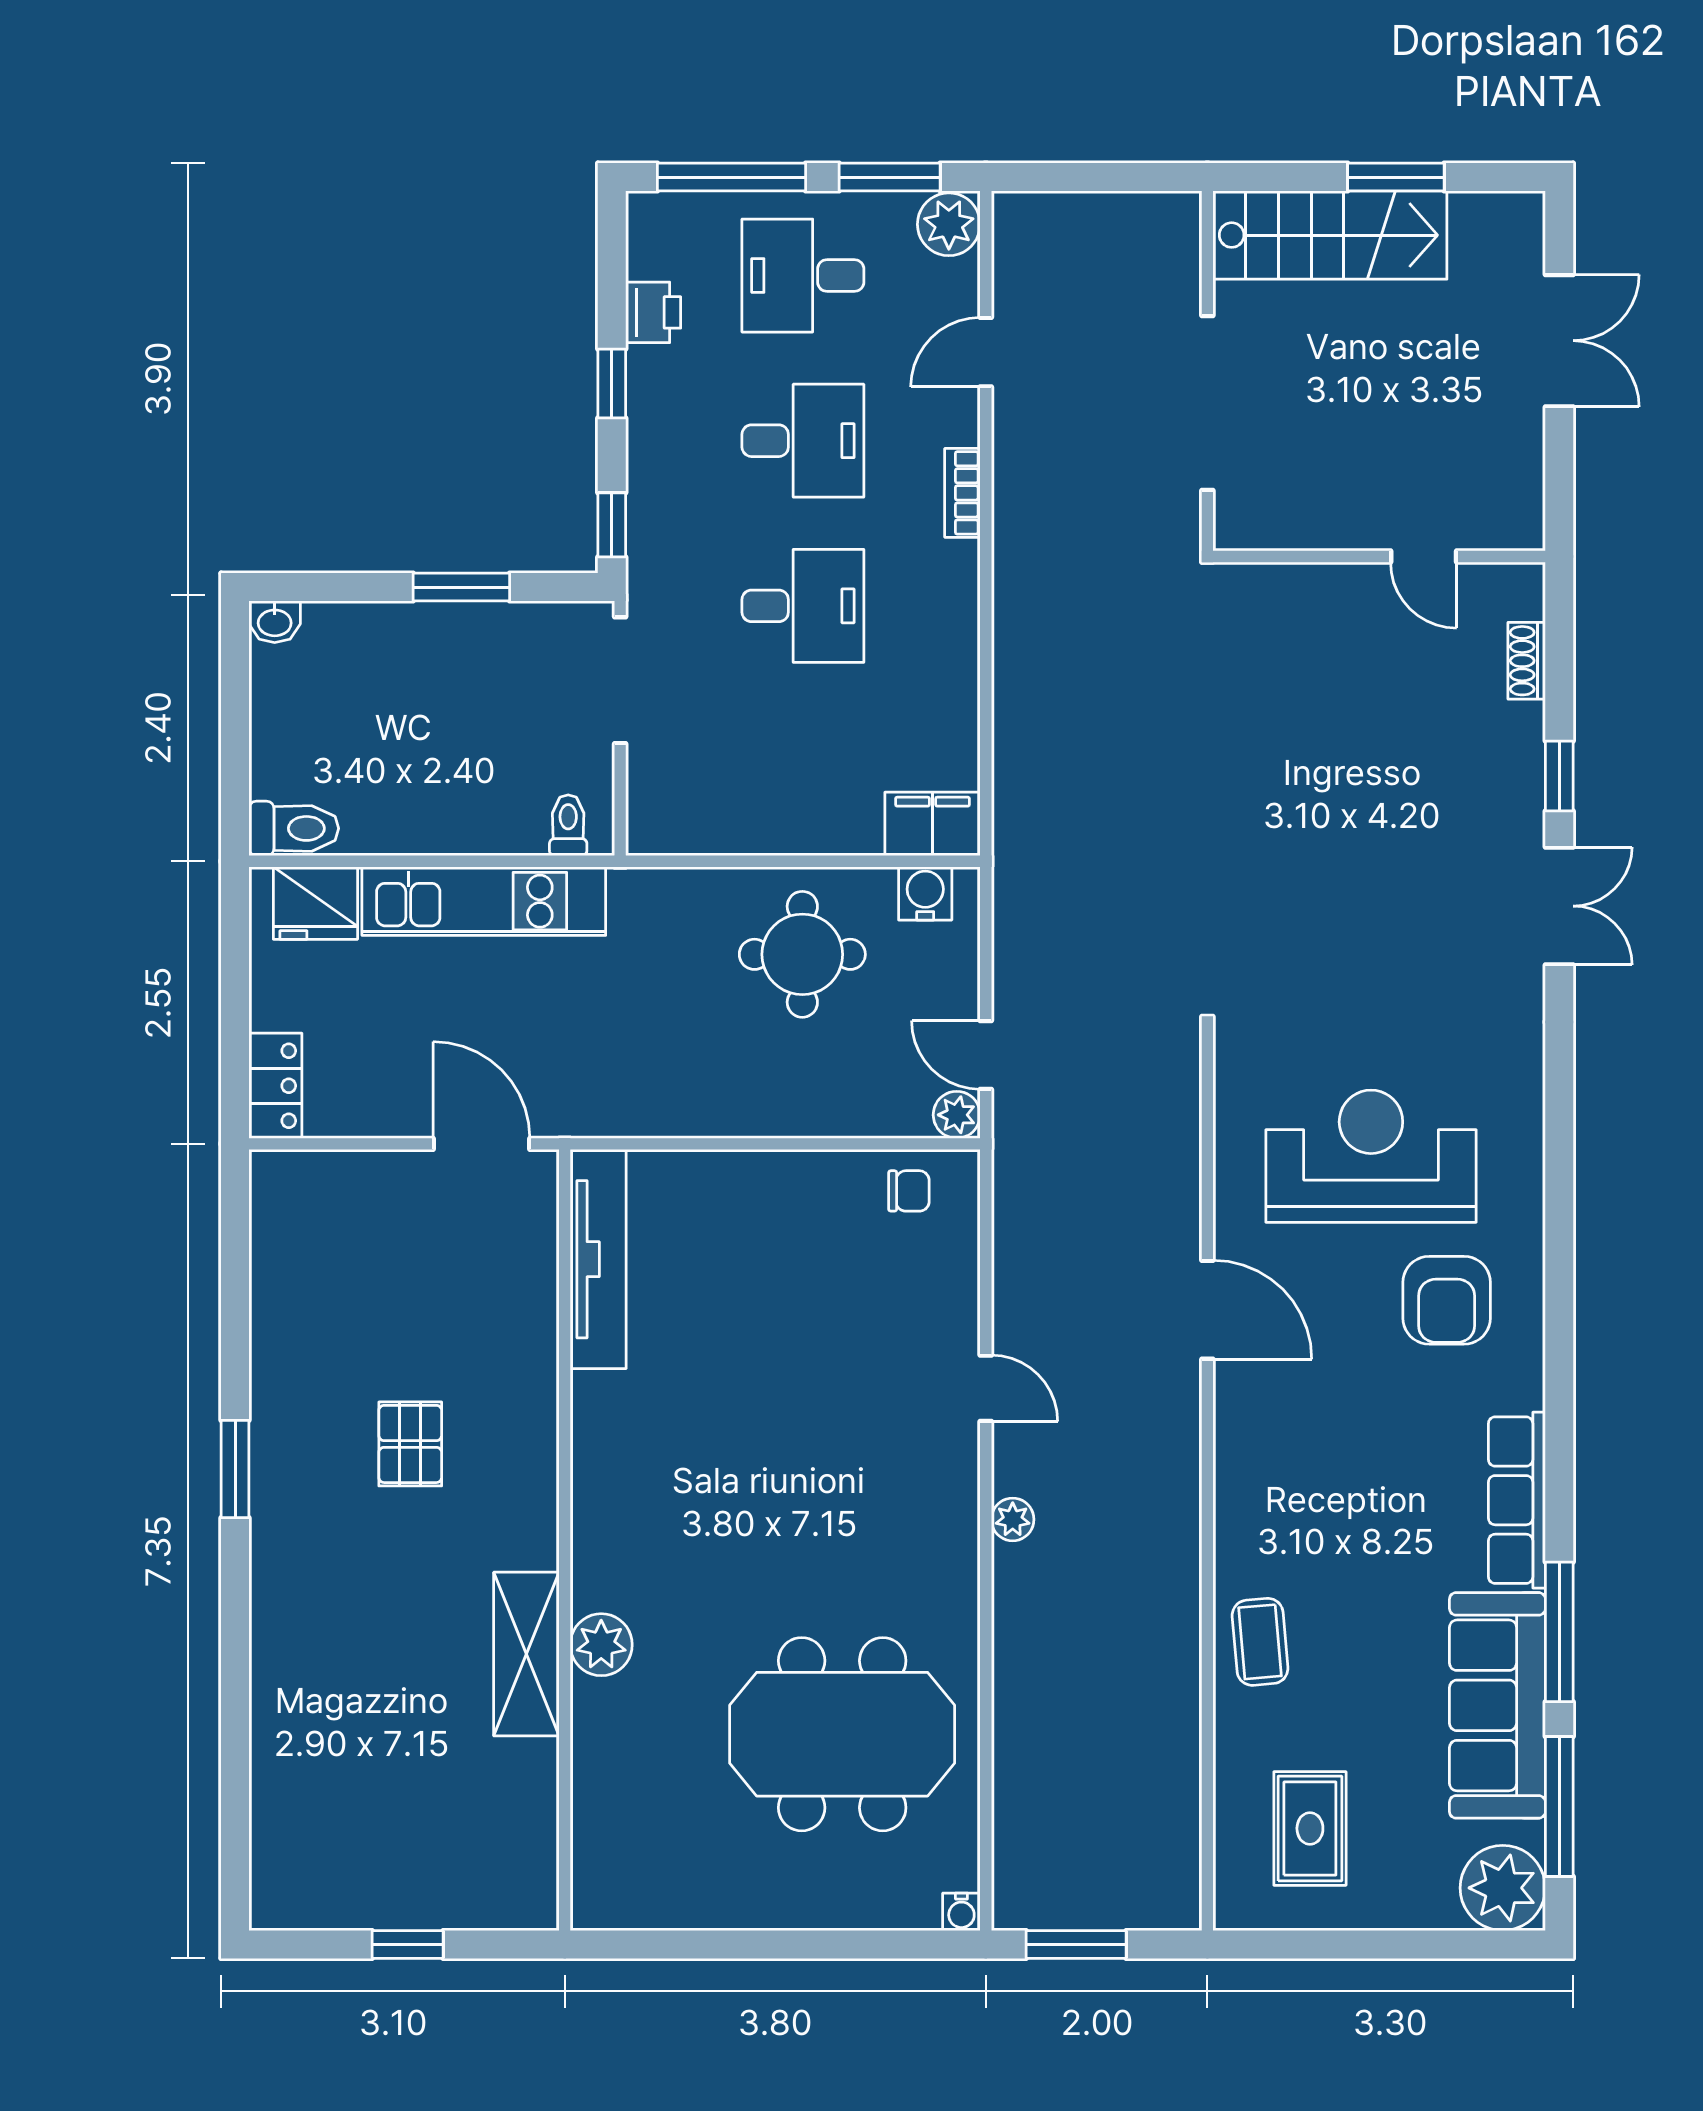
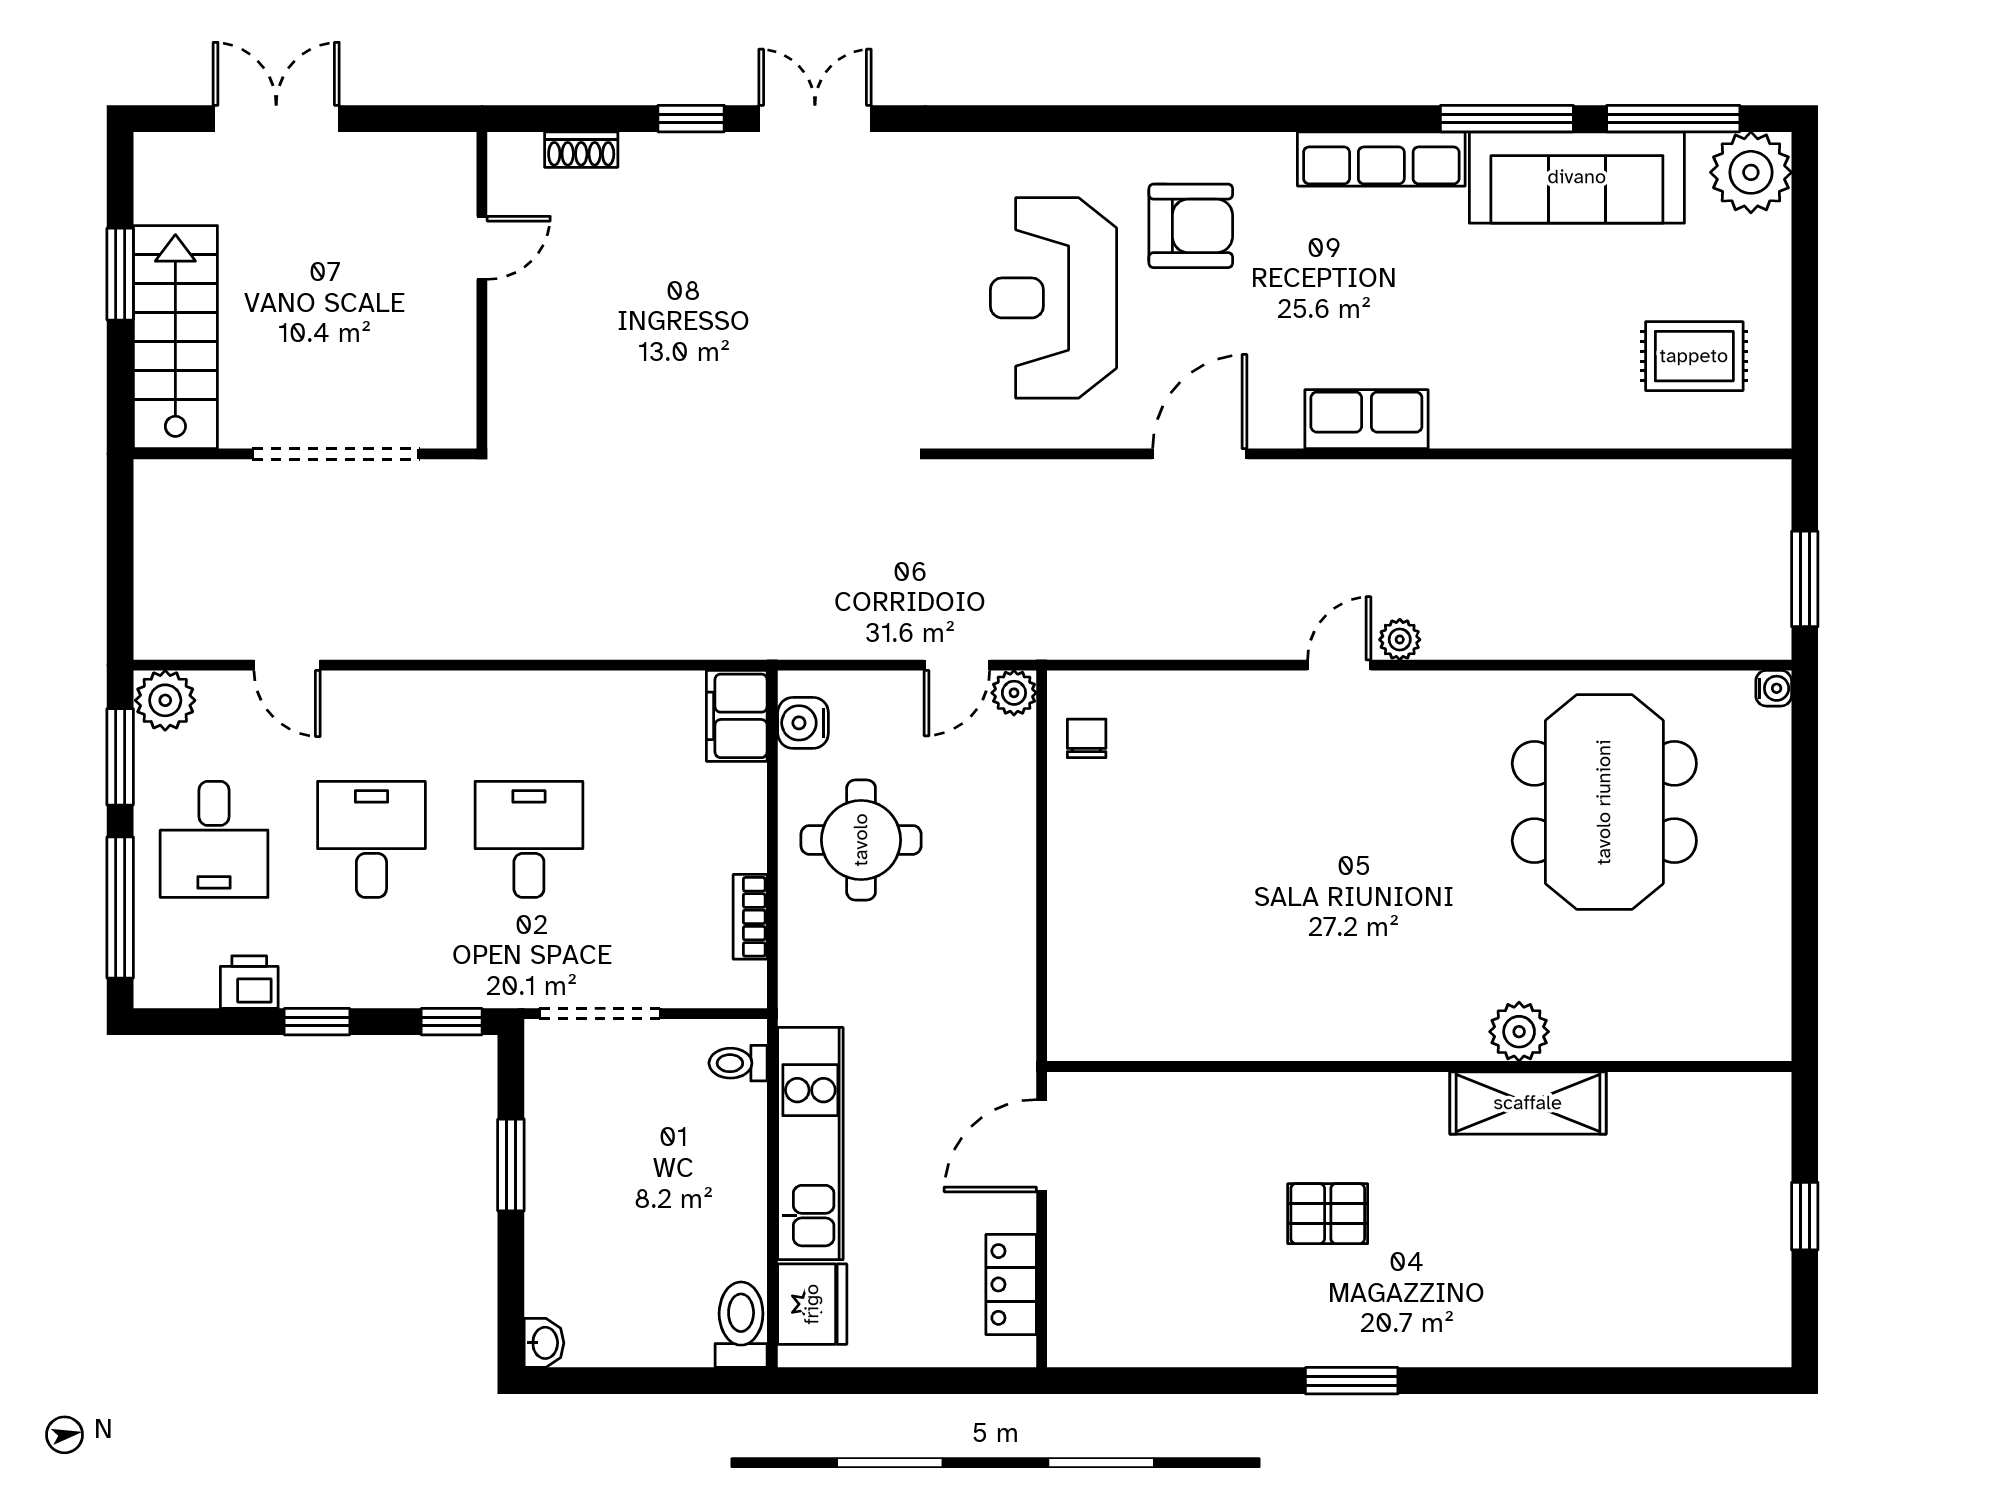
bookcase: (962, 493) -> (750, 917), moved, turned 90
locker: (275, 1086) -> (1011, 1284), moved, turned -90
tv unit: (598, 1259) -> (1152, 1035), removed
door: (986, 1388) -> (1339, 665), moved
row of seats: (1244, 1485) -> (1366, 419), added
coffee table: (1260, 1642) -> (1516, 404), removed

